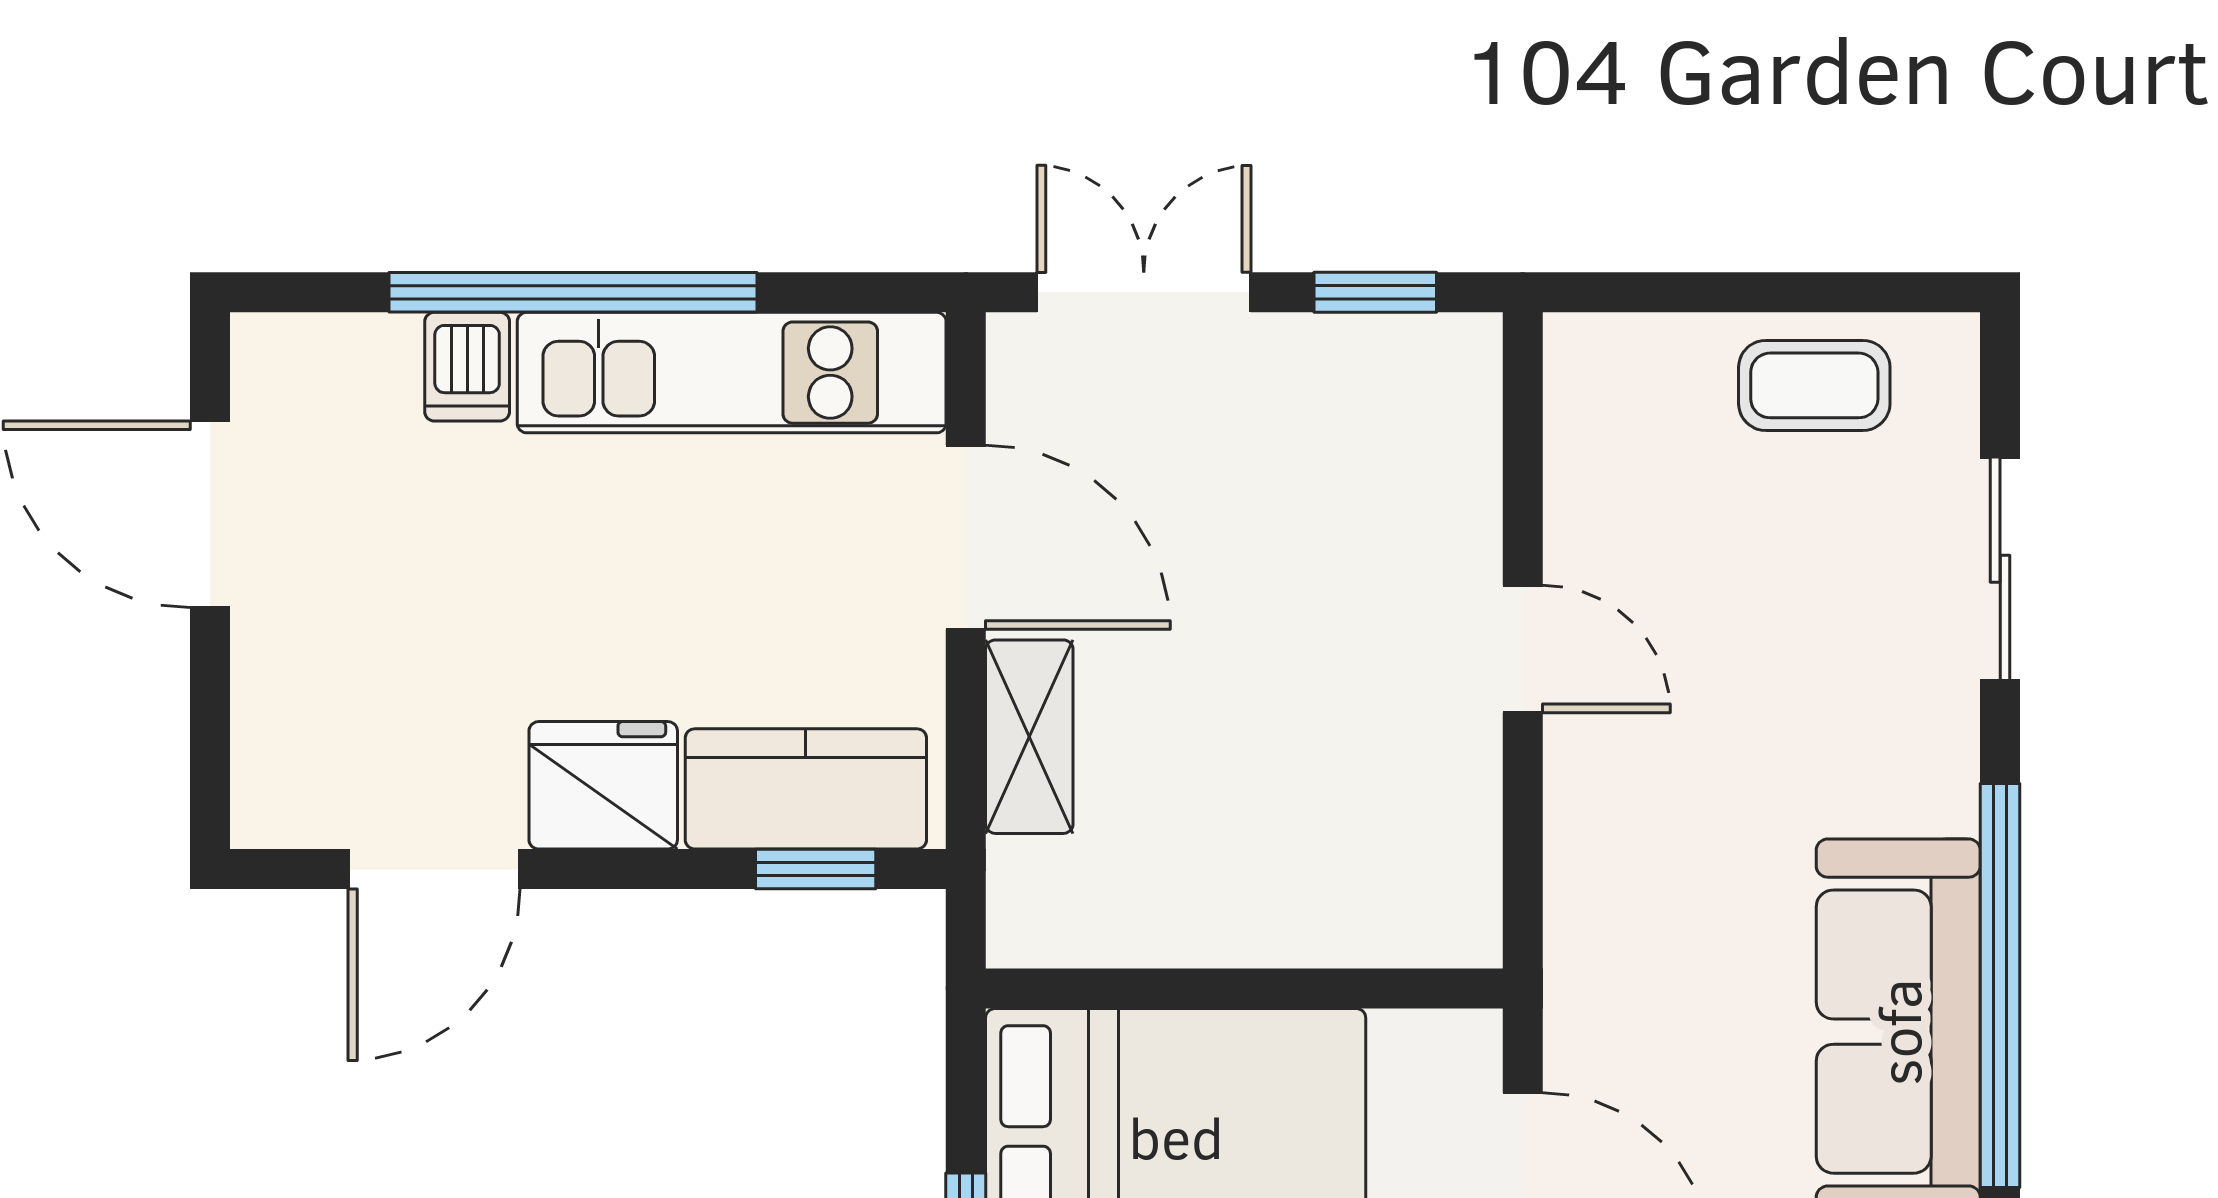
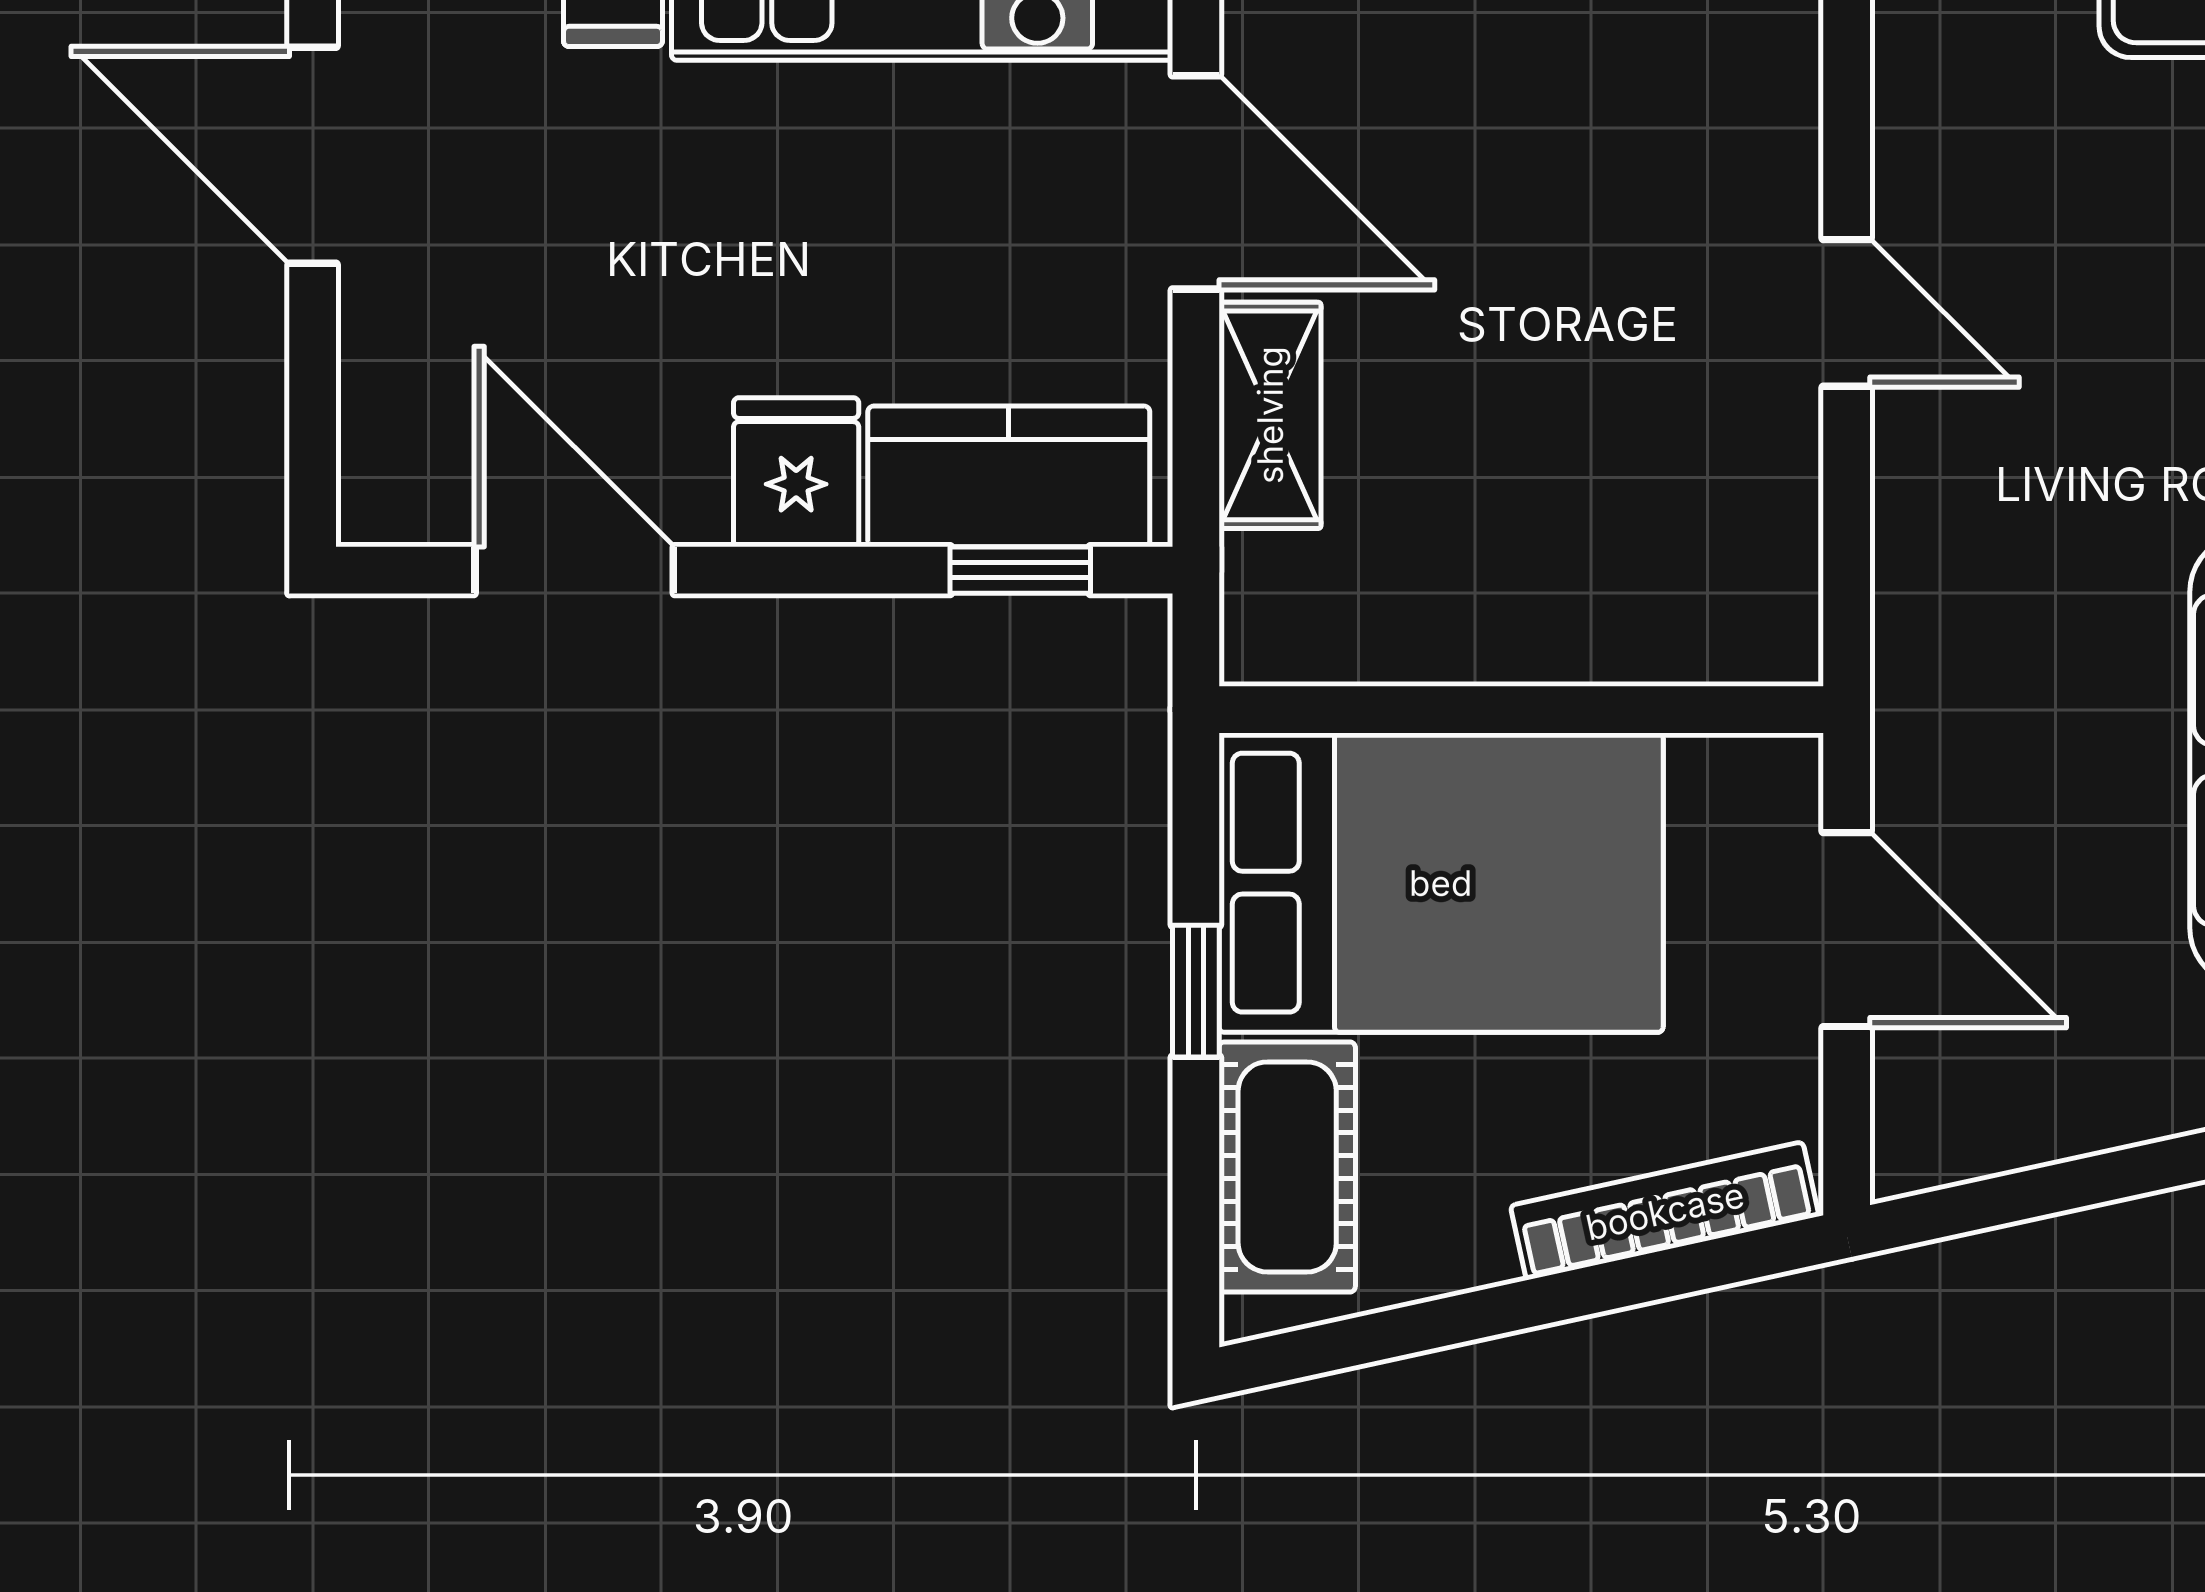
fridge: (603, 785) -> (796, 472), width x0.72
door: (434, 869) -> (574, 570), swing flipped

